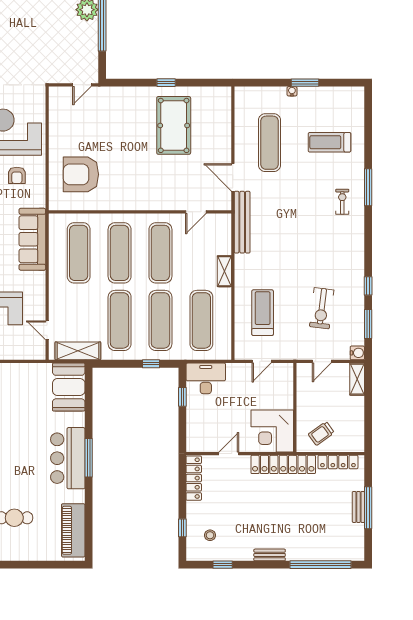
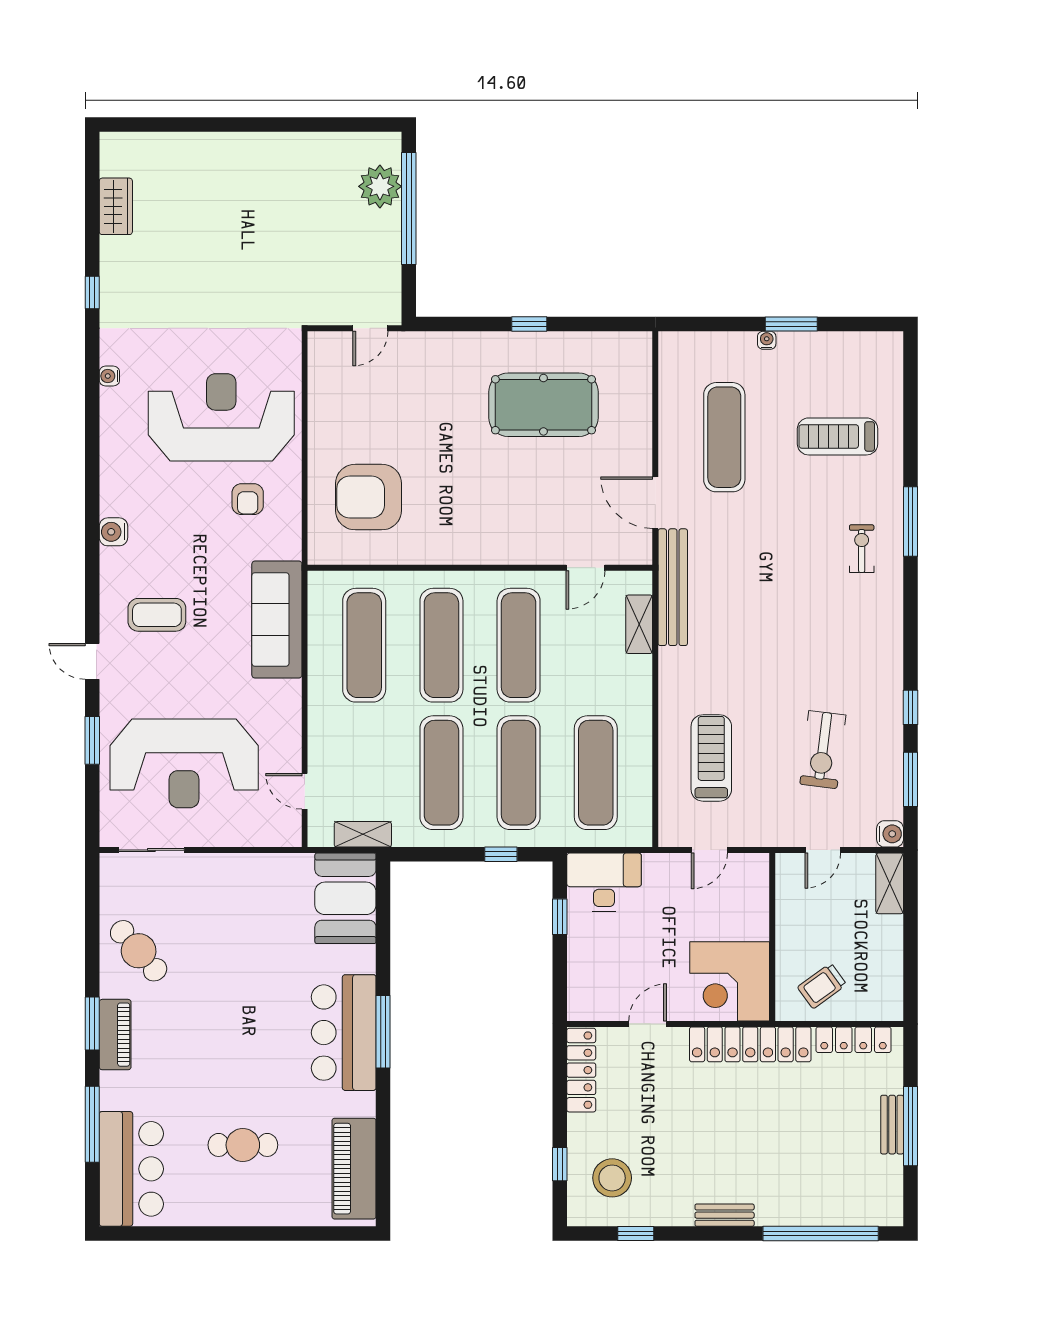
pool table: (174, 125) -> (543, 405), turned 90
shelving: (224, 271) -> (639, 624), moved
shelving: (78, 351) -> (363, 834), width x0.67, depth x0.75
stool: (210, 535) -> (612, 1178), width x1.89, depth x1.89

